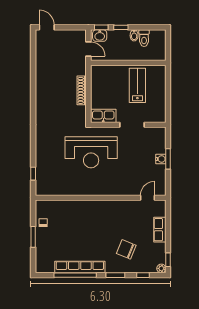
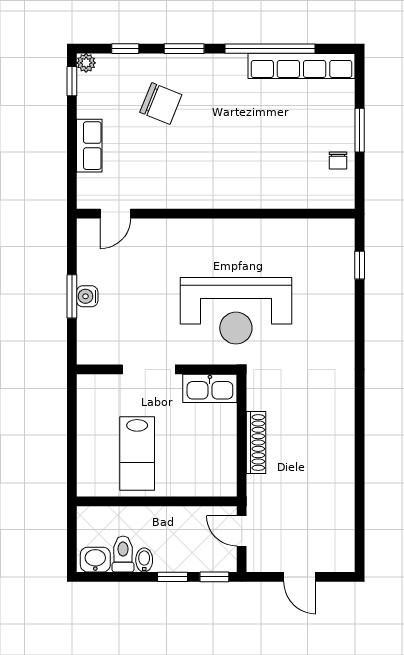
door: (47, 27) -> (300, 577), moved
washbasin: (100, 36) -> (95, 560), moved
reception desk: (91, 152) -> (236, 311), turned 180
row of seats: (80, 267) -> (302, 66), moved

